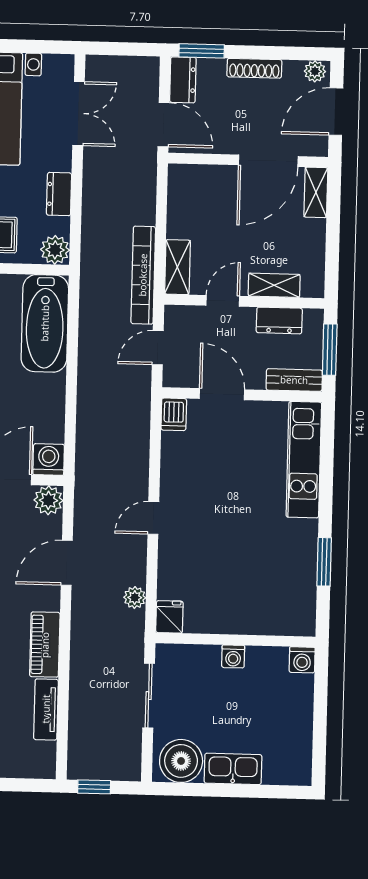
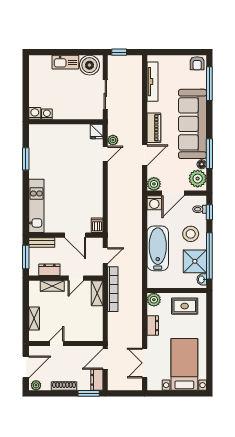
door: (164, 125) -> (105, 359), hinge flipped
door: (268, 161) -> (56, 343), width x0.53
shelving: (316, 192) -> (34, 319), moved
bathtub: (45, 323) -> (158, 248), moved
door: (153, 518) -> (105, 154), moved
piano: (45, 645) -> (154, 128), moved
washing machine: (233, 656) -> (47, 114), moved
tv unit: (46, 709) -> (153, 82), width x1.41
window: (94, 787) -> (119, 52), moved

